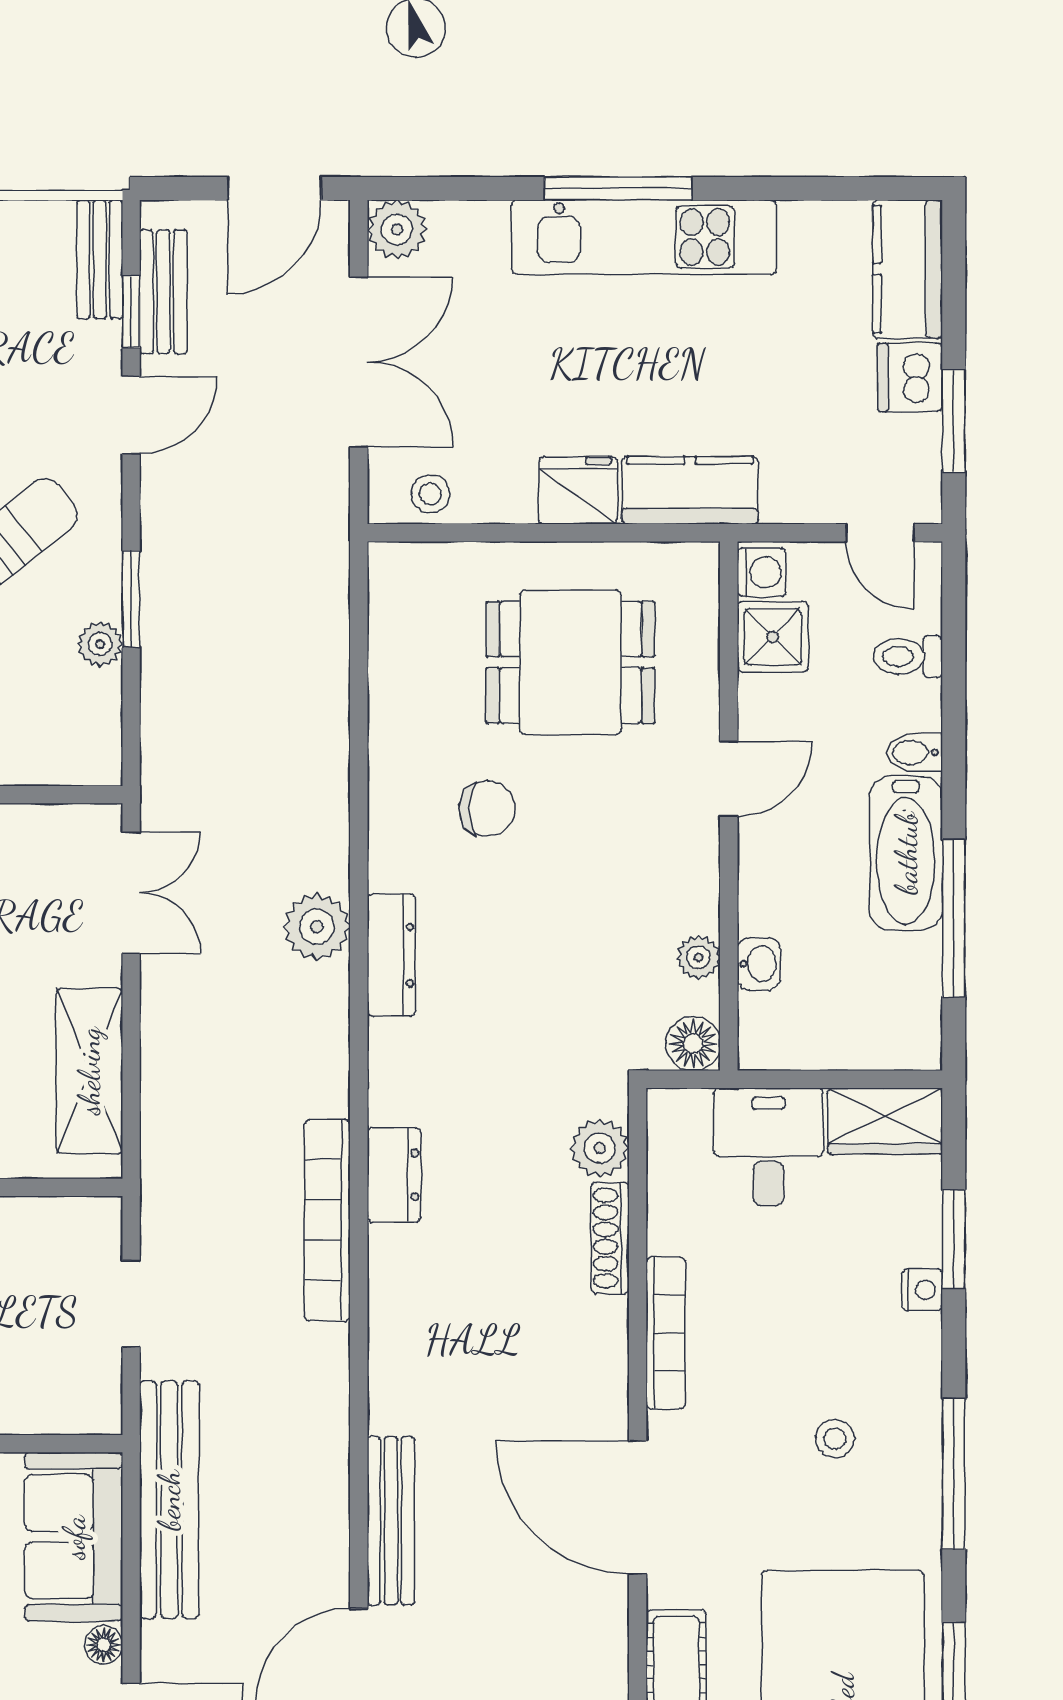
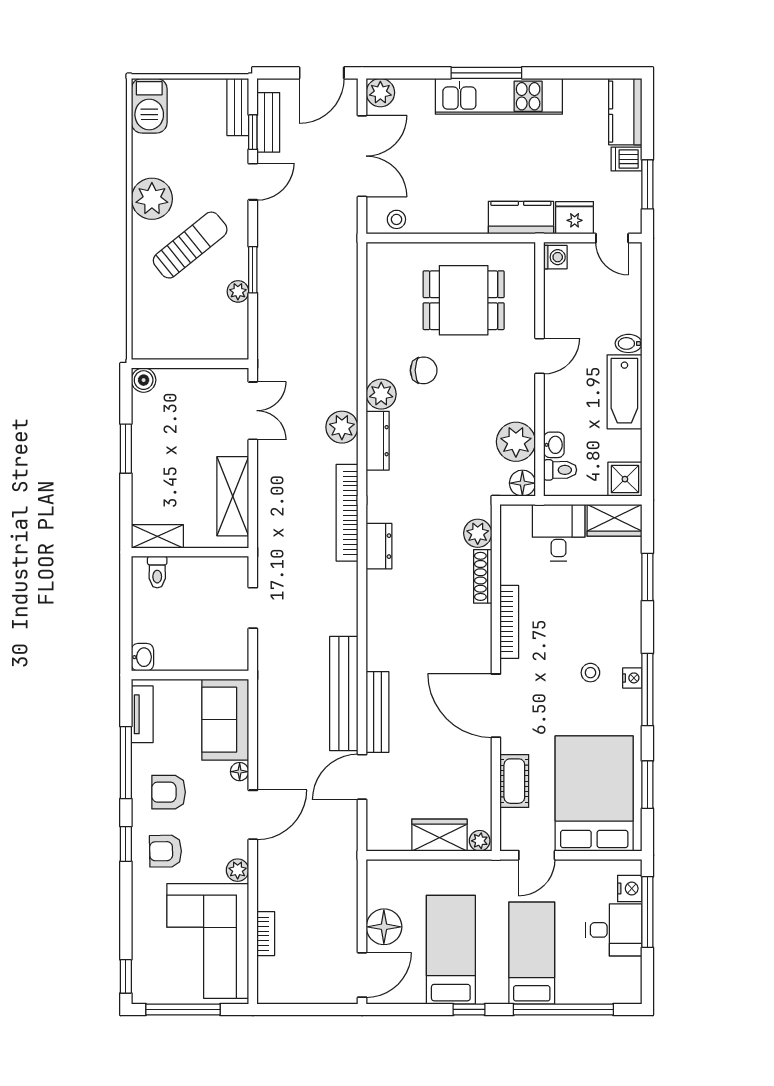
dishwasher: (910, 377) -> (626, 159), width x0.73
fridge: (578, 490) -> (575, 218), moved
shower: (773, 637) -> (625, 479), moved
toilet: (908, 657) -> (560, 470), moved, turned 180
plant: (399, 858) -> (381, 394), added
window: (954, 918) -> (647, 423), removed
plant: (699, 957) -> (516, 442), width x1.88, depth x1.88
bookcase: (327, 1220) -> (347, 513), moved
nightstand: (922, 1290) -> (632, 678), moved
bench: (169, 1500) -> (344, 694), moved

